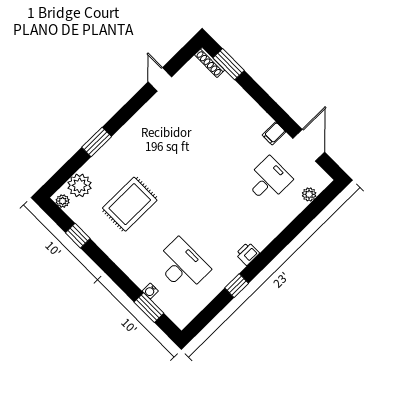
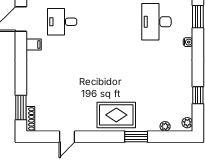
plant: (79, 185) -> (165, 126), width x0.53, depth x0.53
rug: (130, 204) -> (116, 115), moved
water cooler: (150, 291) -> (188, 42), moved

